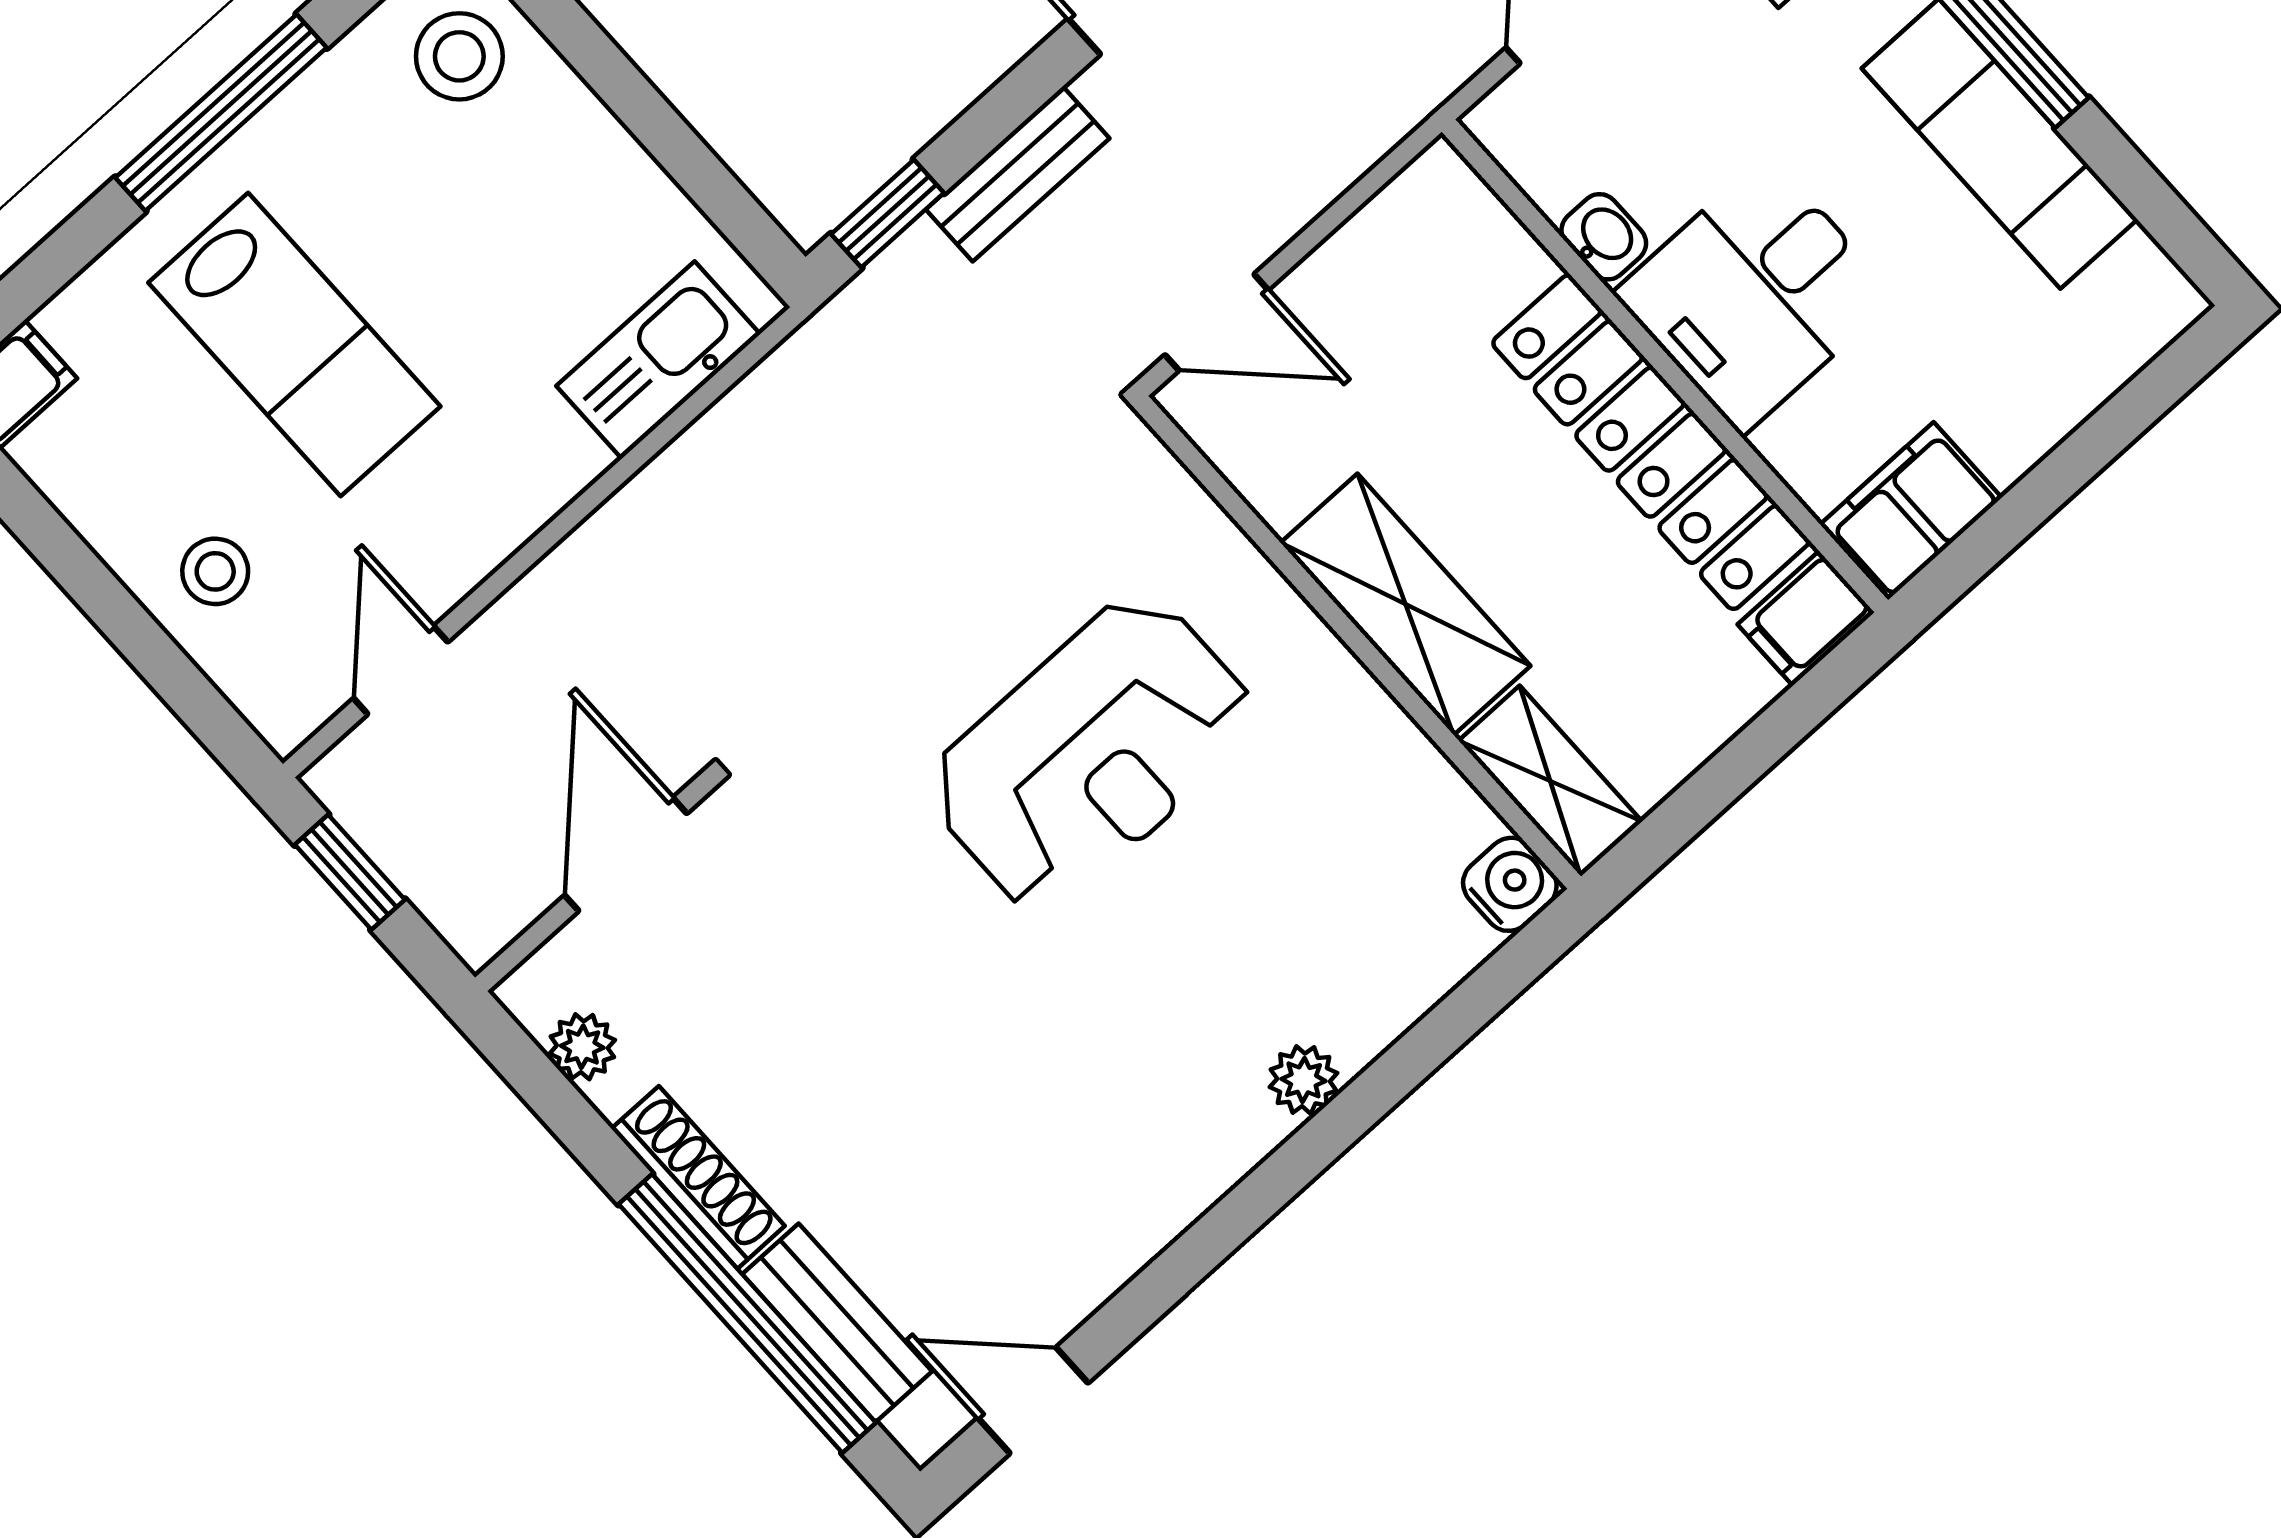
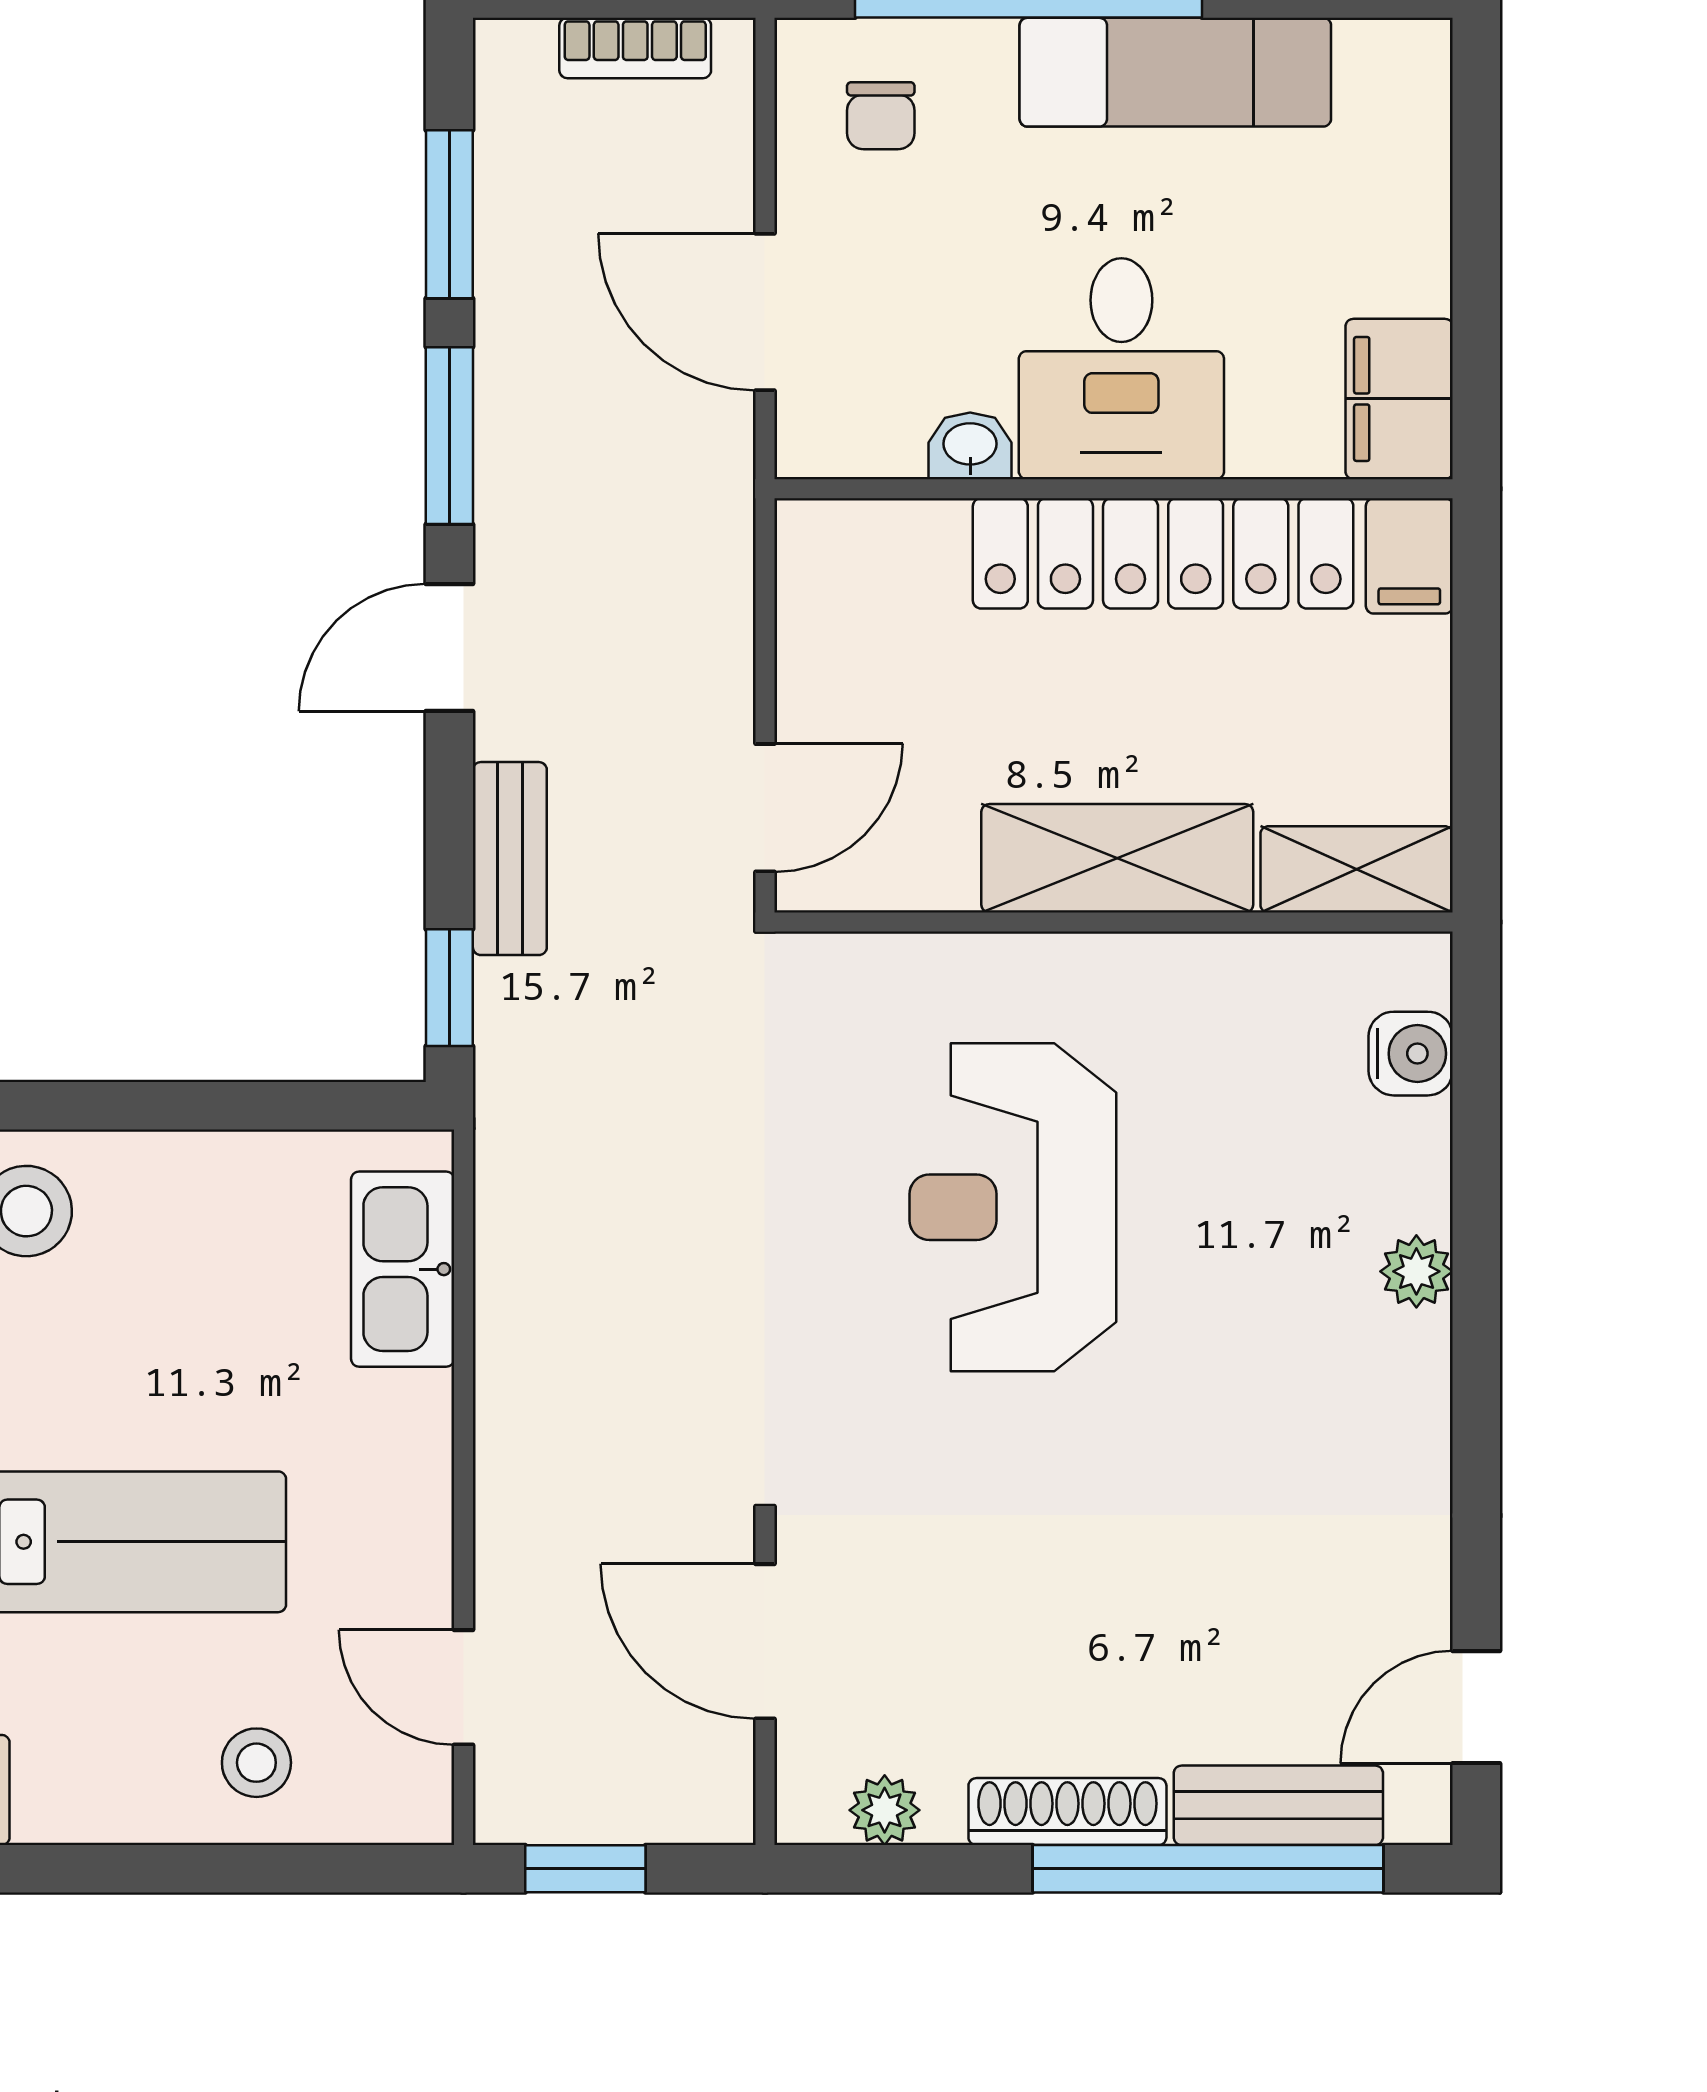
reception desk: (1092, 753) -> (1013, 1207), turned 180
water cooler: (1510, 884) -> (1411, 1054), moved, turned 90

